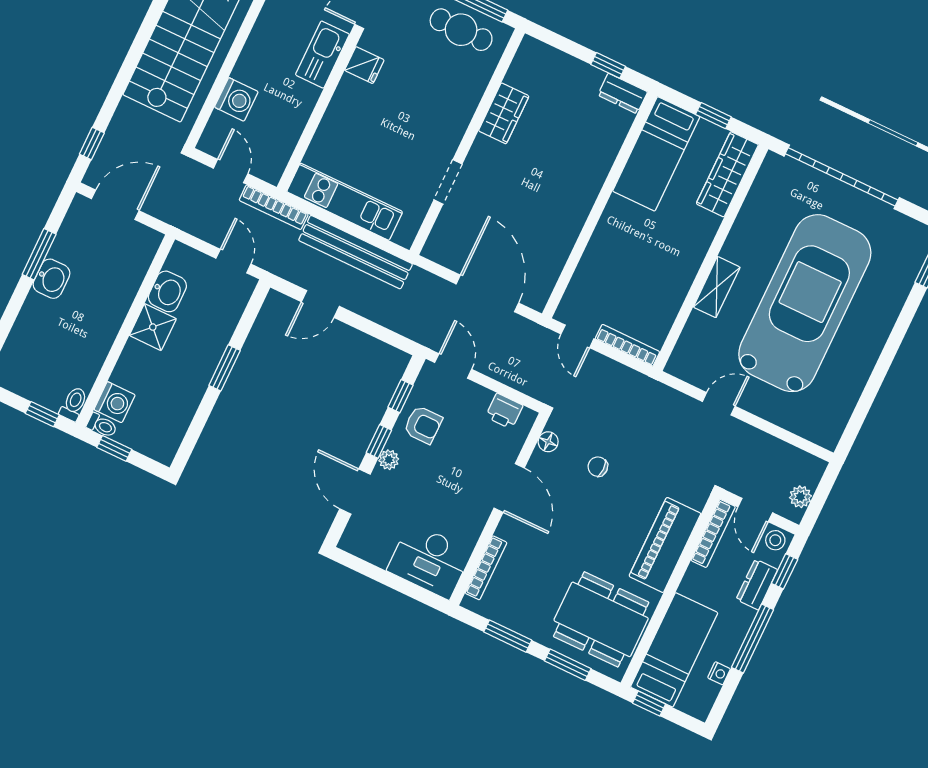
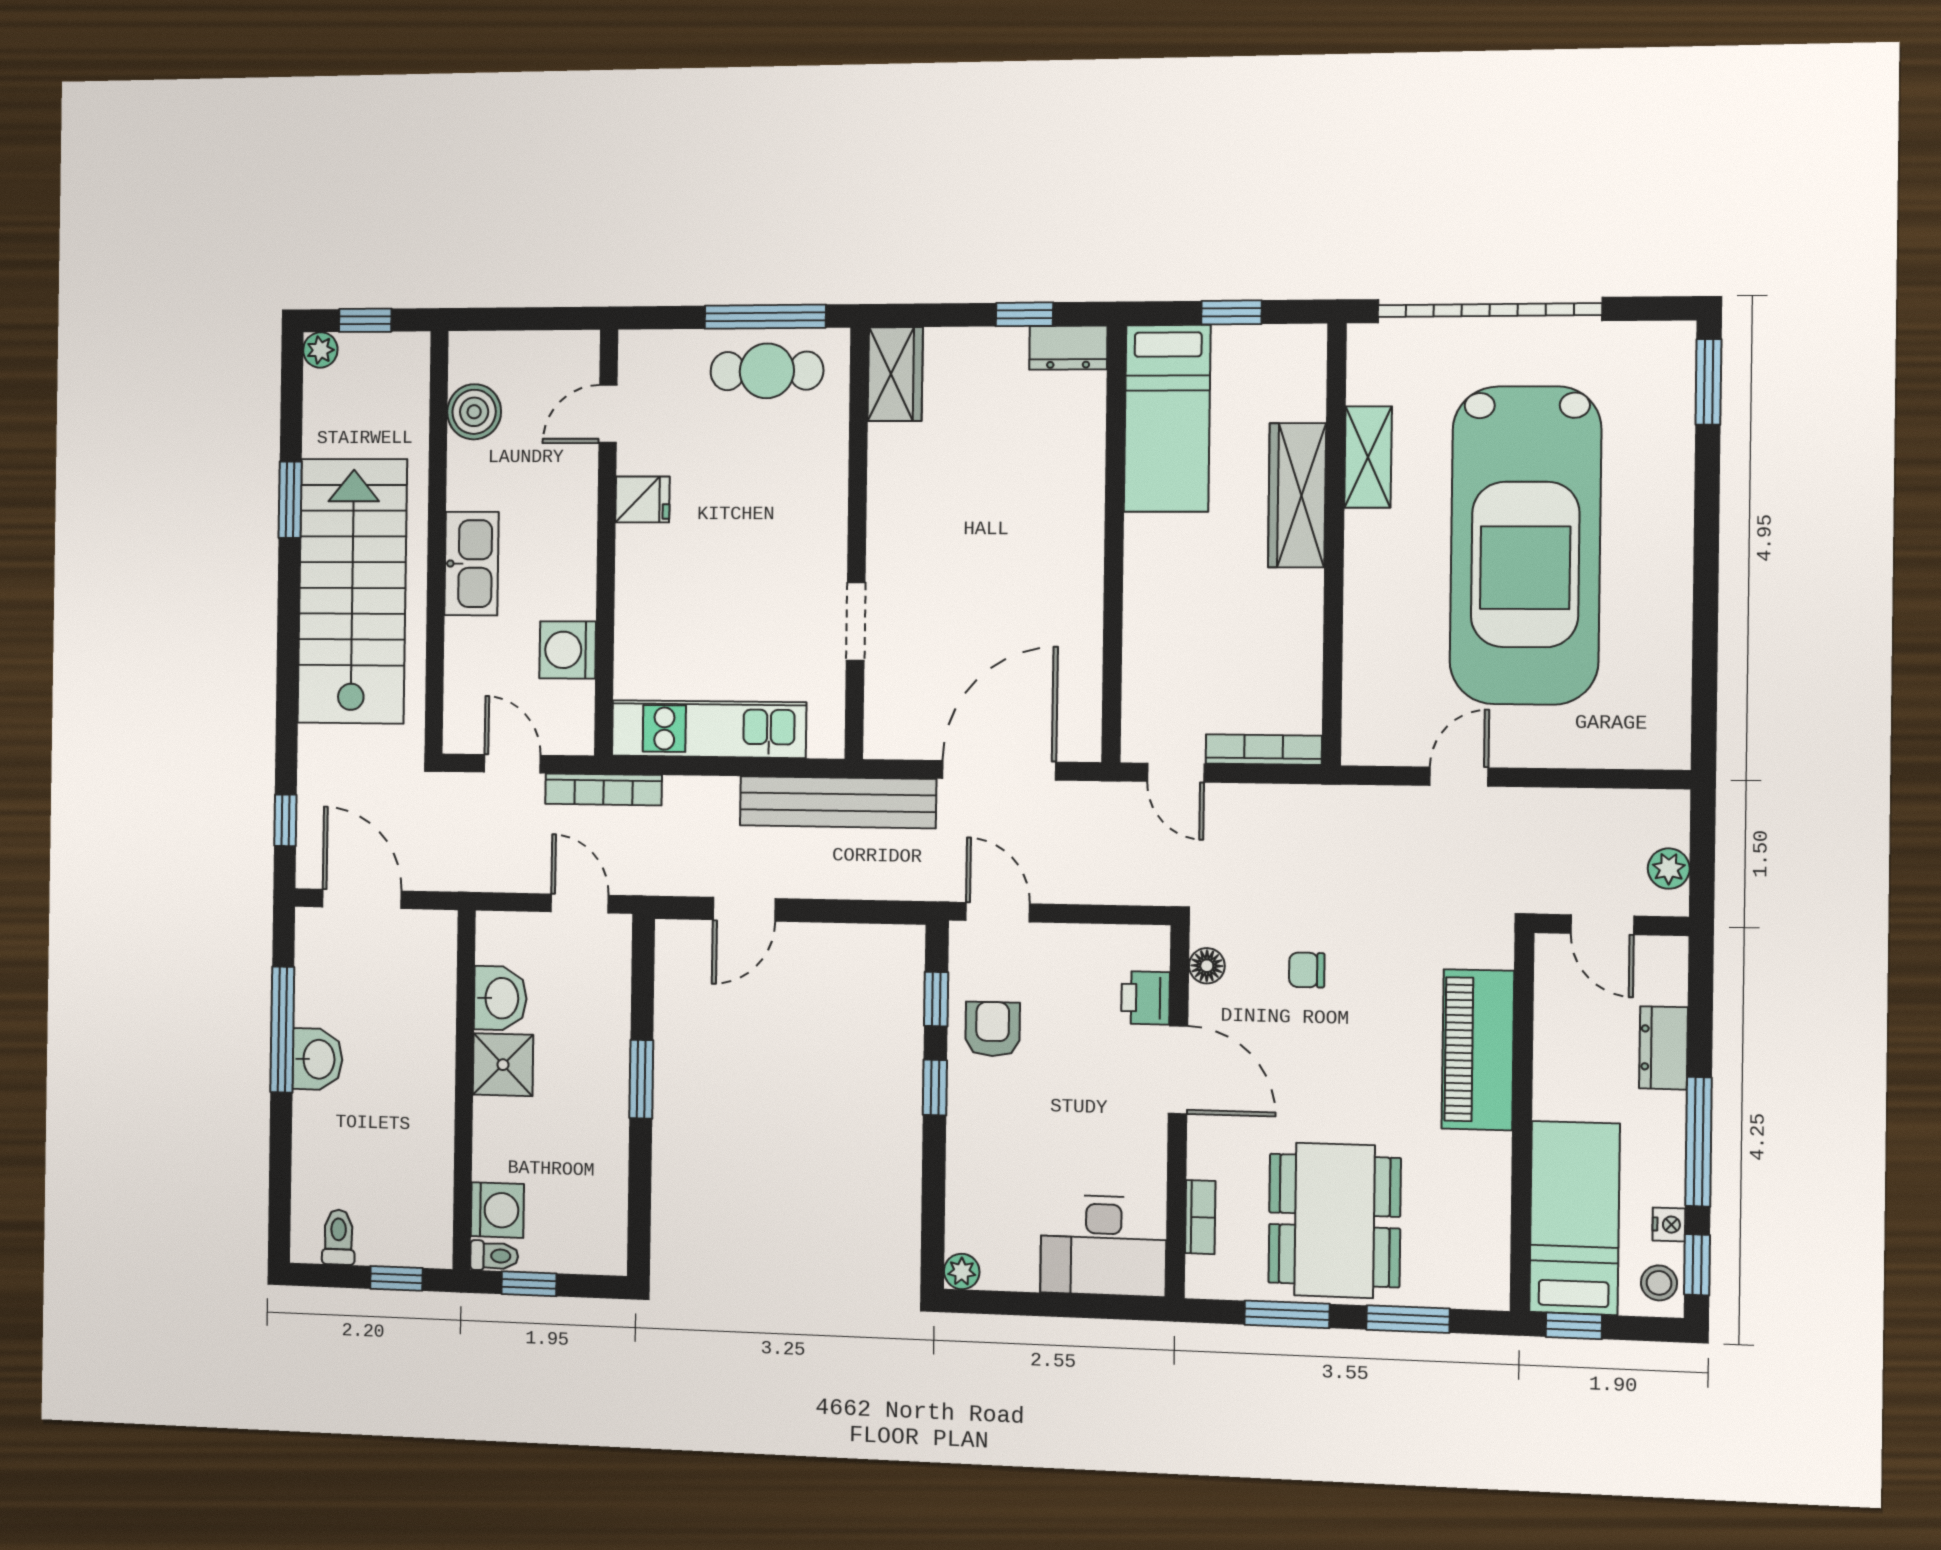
kitchen sink: (322, 55) -> (471, 564), moved, turned 180
washing machine: (236, 99) -> (568, 650), moved, turned 180
wardrobe: (504, 113) -> (895, 374), moved
wardrobe: (727, 174) -> (1297, 495), moved
door: (115, 205) -> (362, 899), hinge flipped
bench: (356, 252) -> (838, 802), moved
window: (39, 254) -> (282, 1030), width x1.44
shelving: (717, 287) -> (1368, 457), moved
door: (487, 293) -> (999, 770), hinge flipped
car: (805, 303) -> (1525, 545), turned 180
toilet: (74, 404) -> (338, 1237), moved
printer: (504, 411) -> (1146, 998), moved, turned 90
armchair: (423, 425) -> (993, 1029), turned -90
plant: (389, 460) -> (962, 1271), moved
door: (355, 492) -> (934, 1186), removed
bookcase: (713, 533) -> (1550, 995), removed
stool: (775, 540) -> (1659, 1283), moved
bookcase: (486, 568) -> (1200, 1217), width x0.64
window: (785, 571) -> (1697, 1265), moved
dining table: (601, 619) -> (1335, 1220), moved, turned 90

